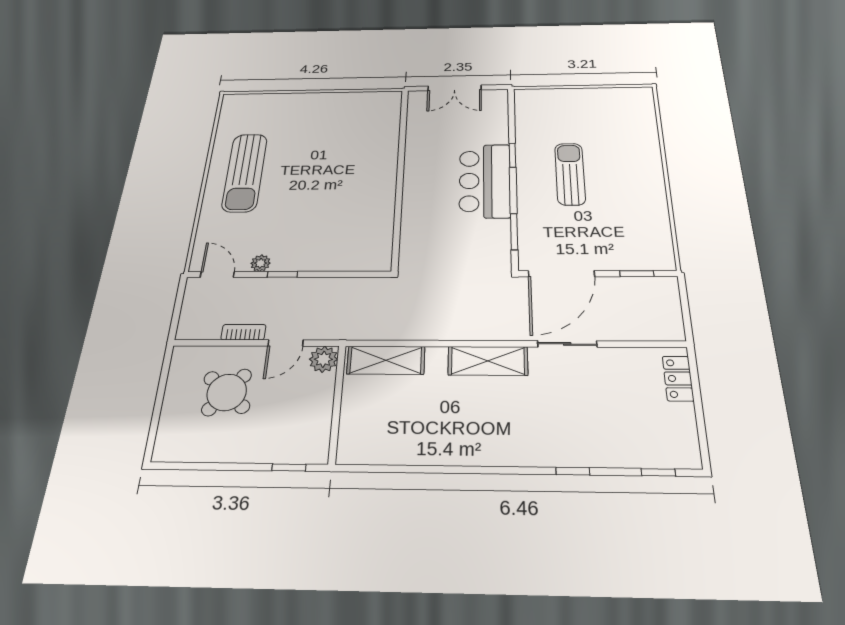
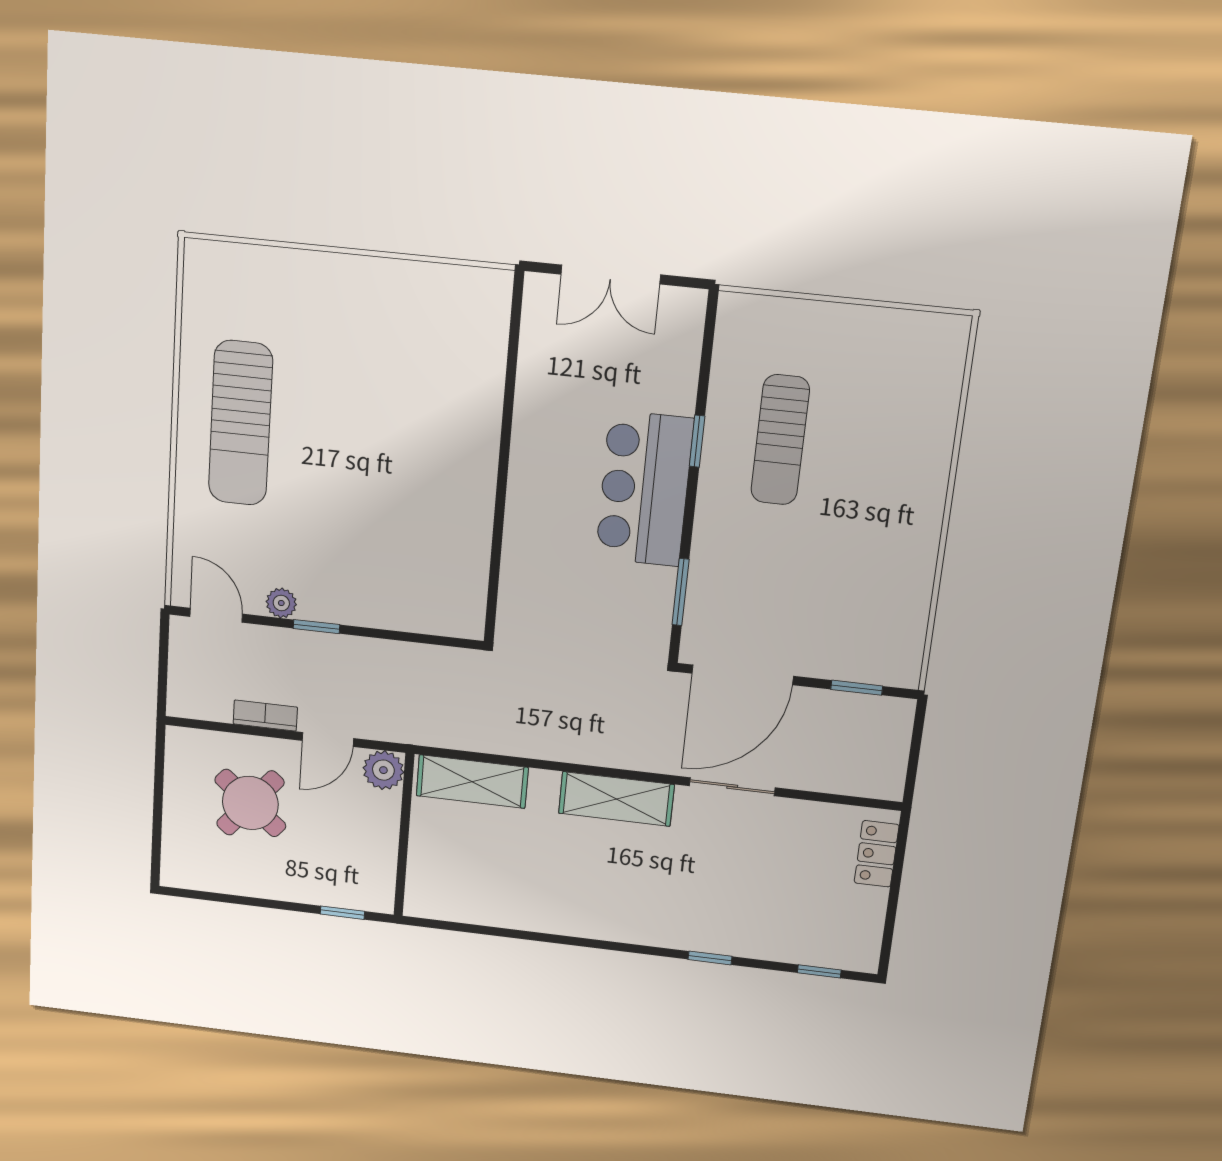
sun lounger: (570, 174) -> (780, 440), moved, turned 180

